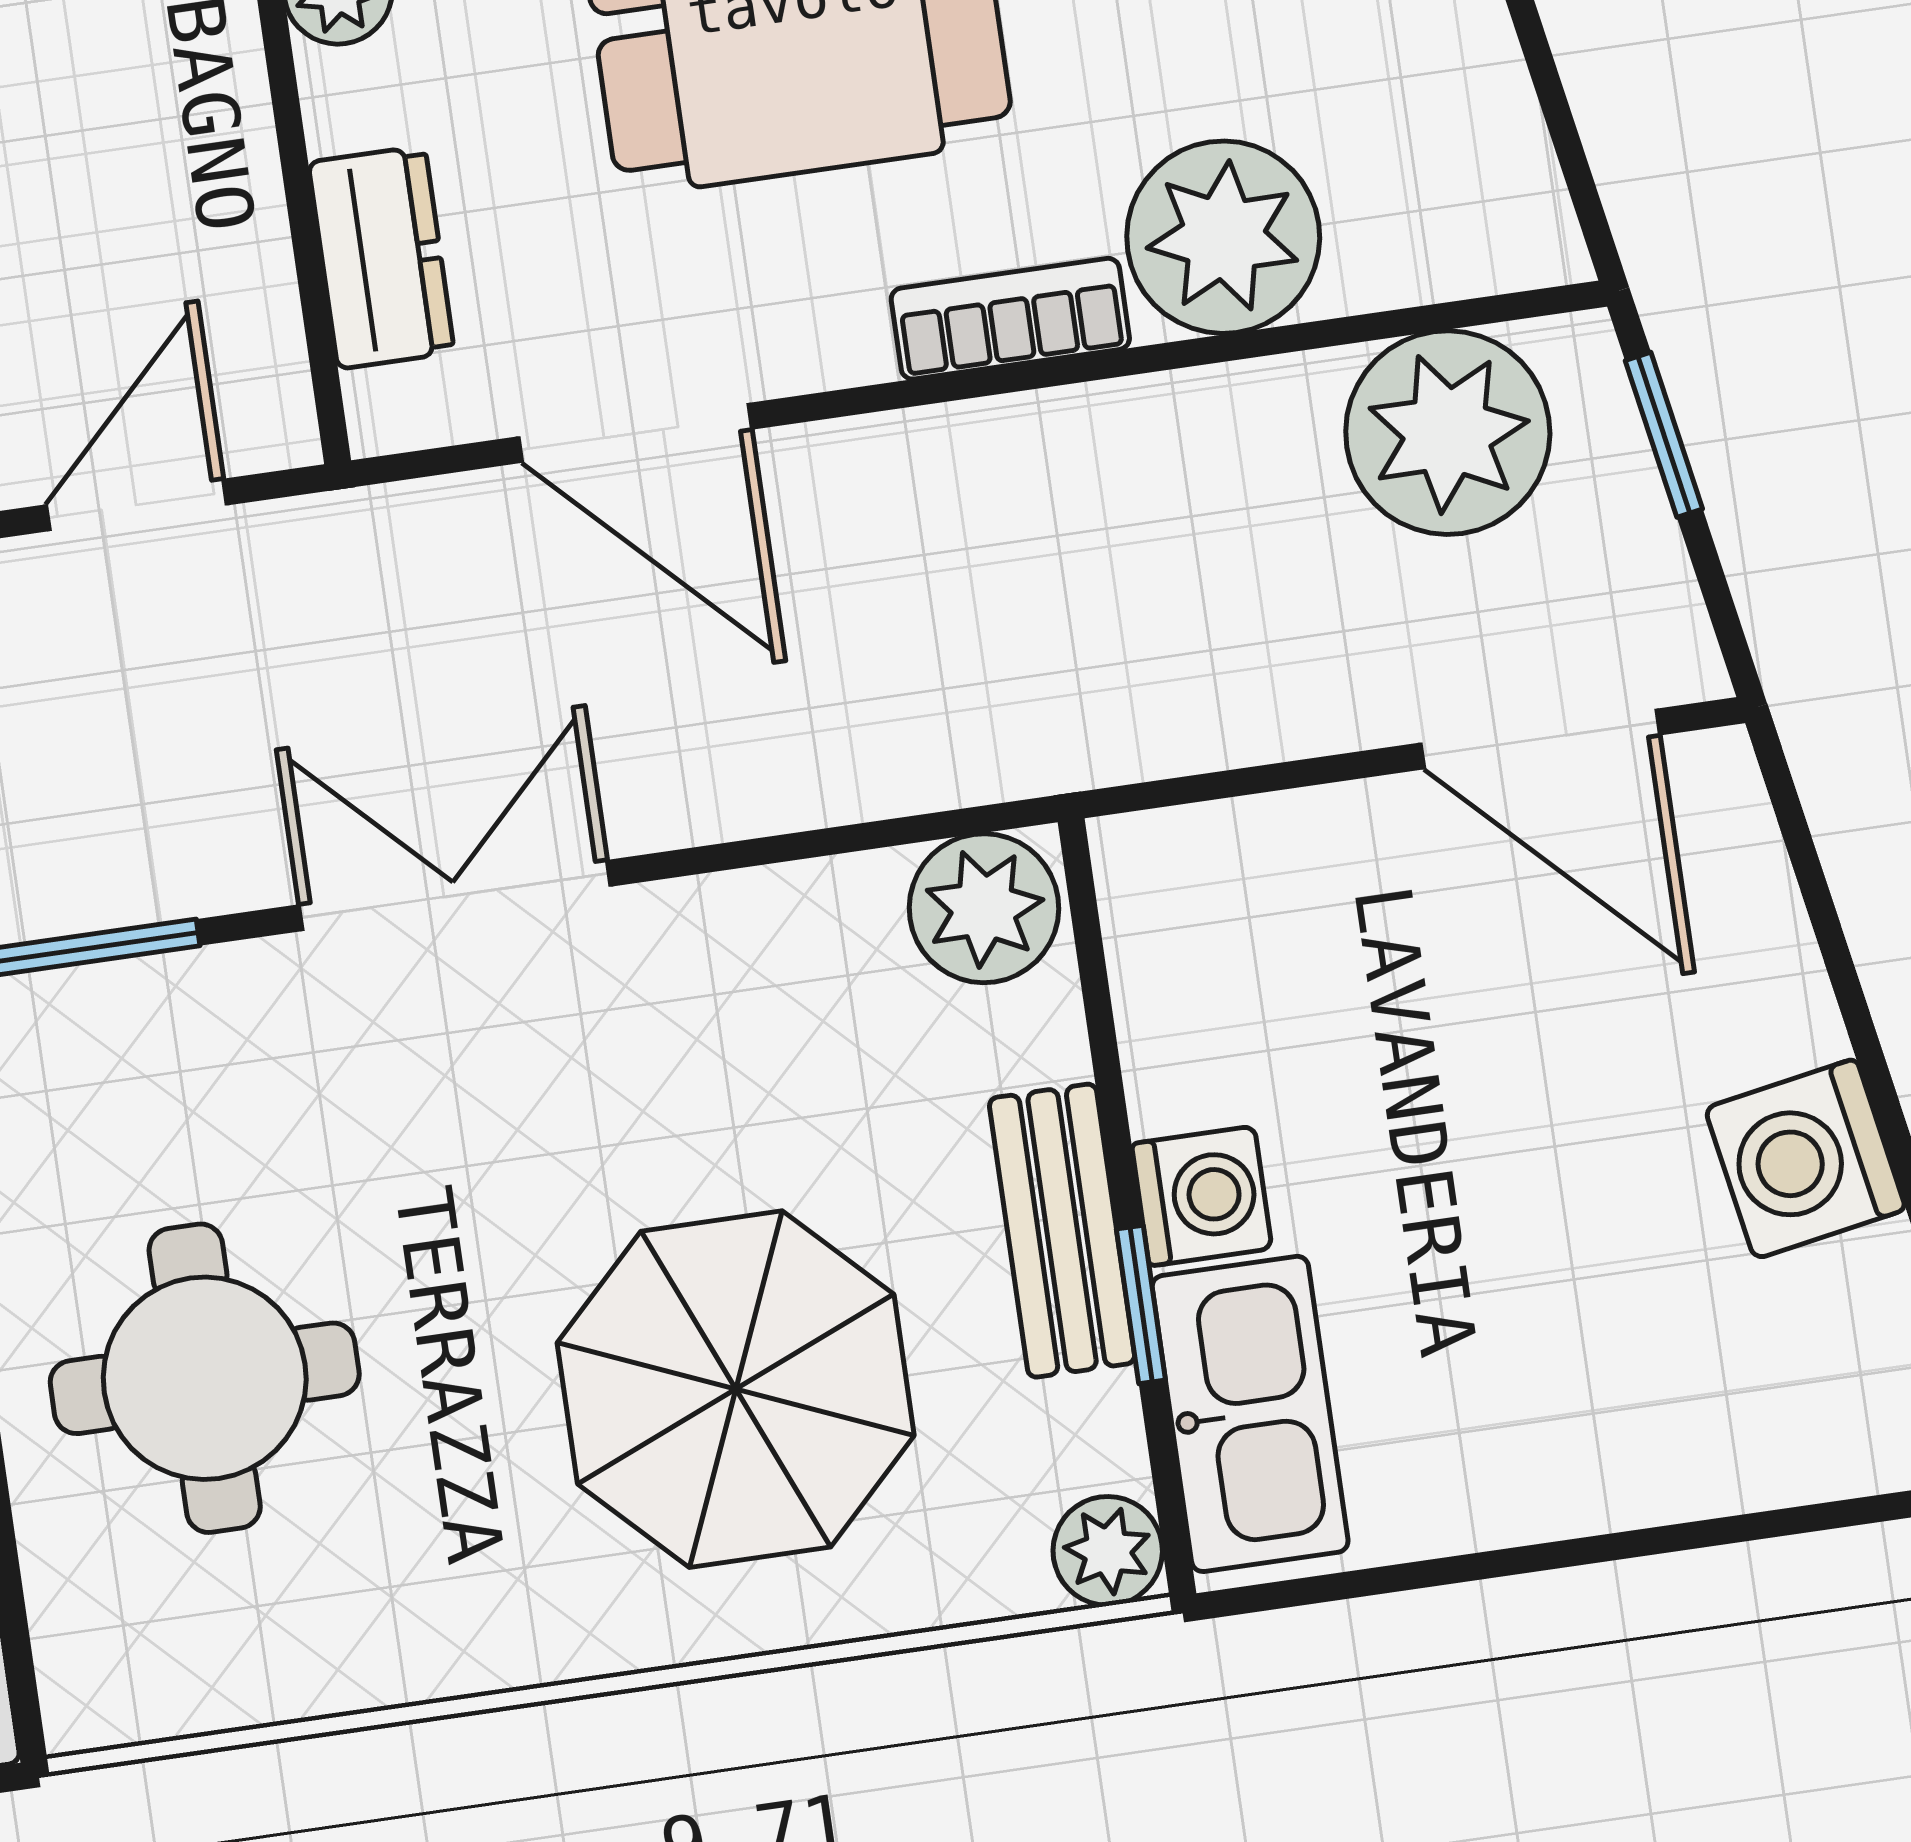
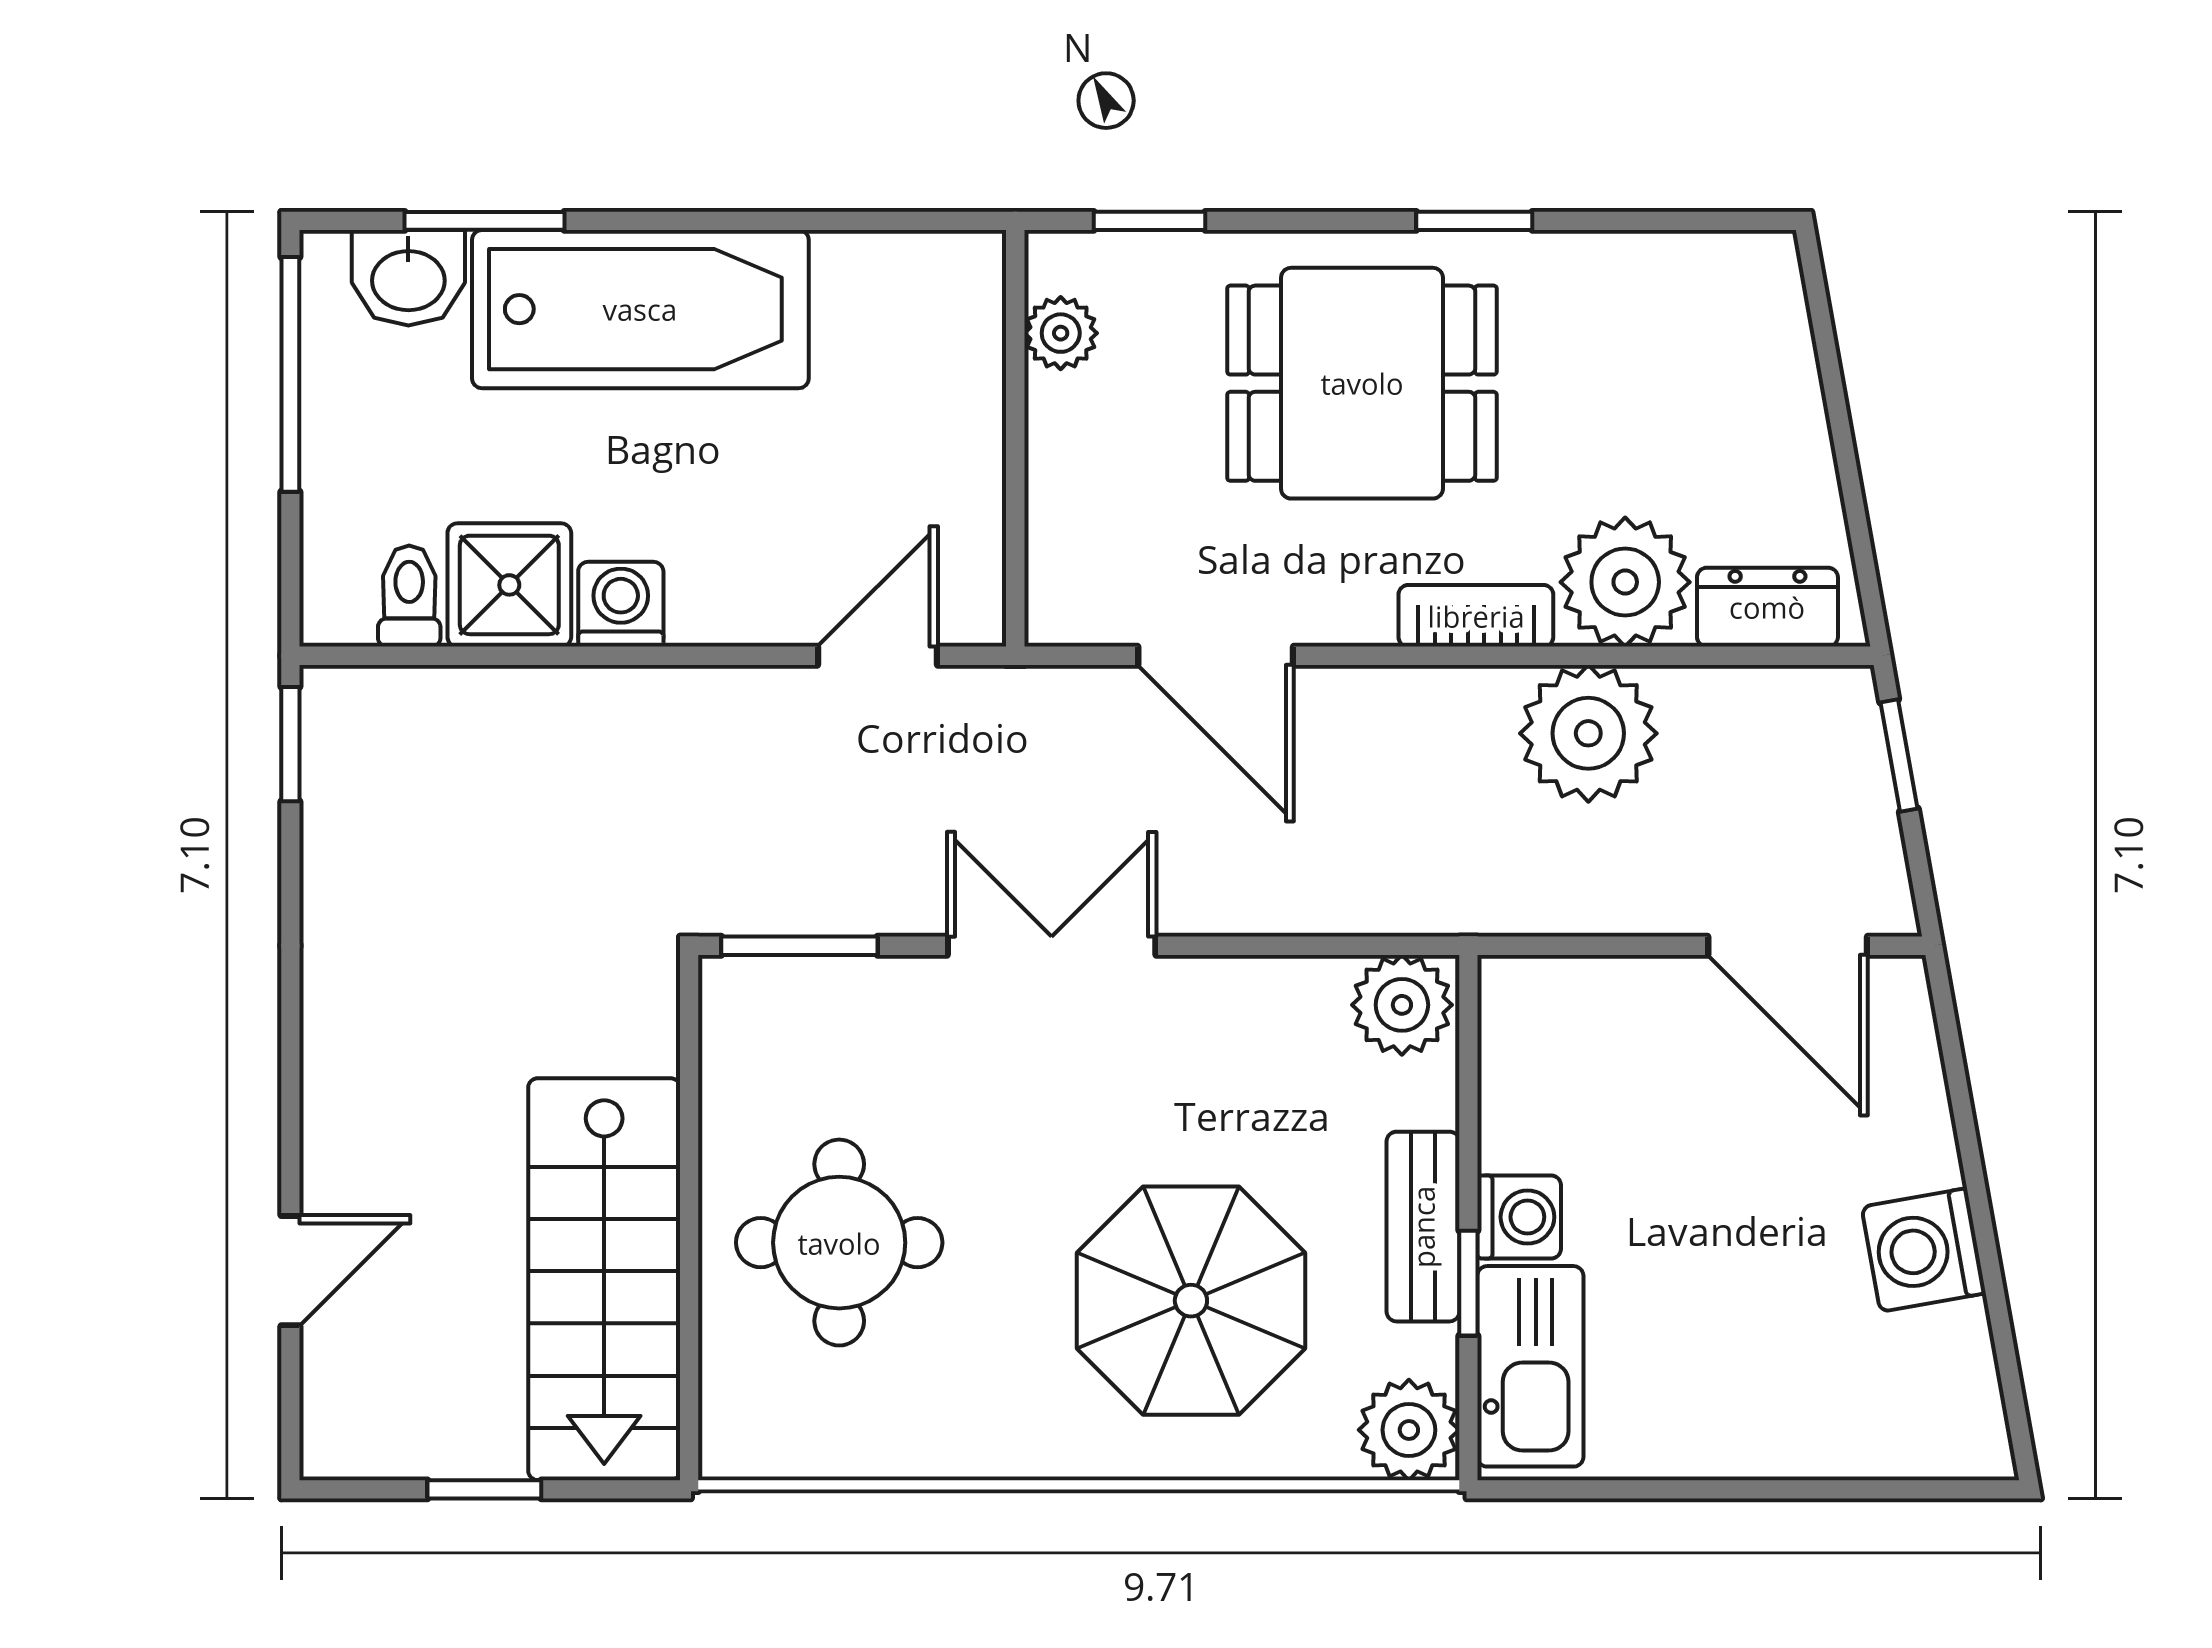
dresser: (381, 257) -> (1767, 607), moved, turned -90
plant: (1448, 433) -> (1588, 733), moved
plant: (1108, 1551) -> (1409, 1430), width x1.38, depth x1.38

